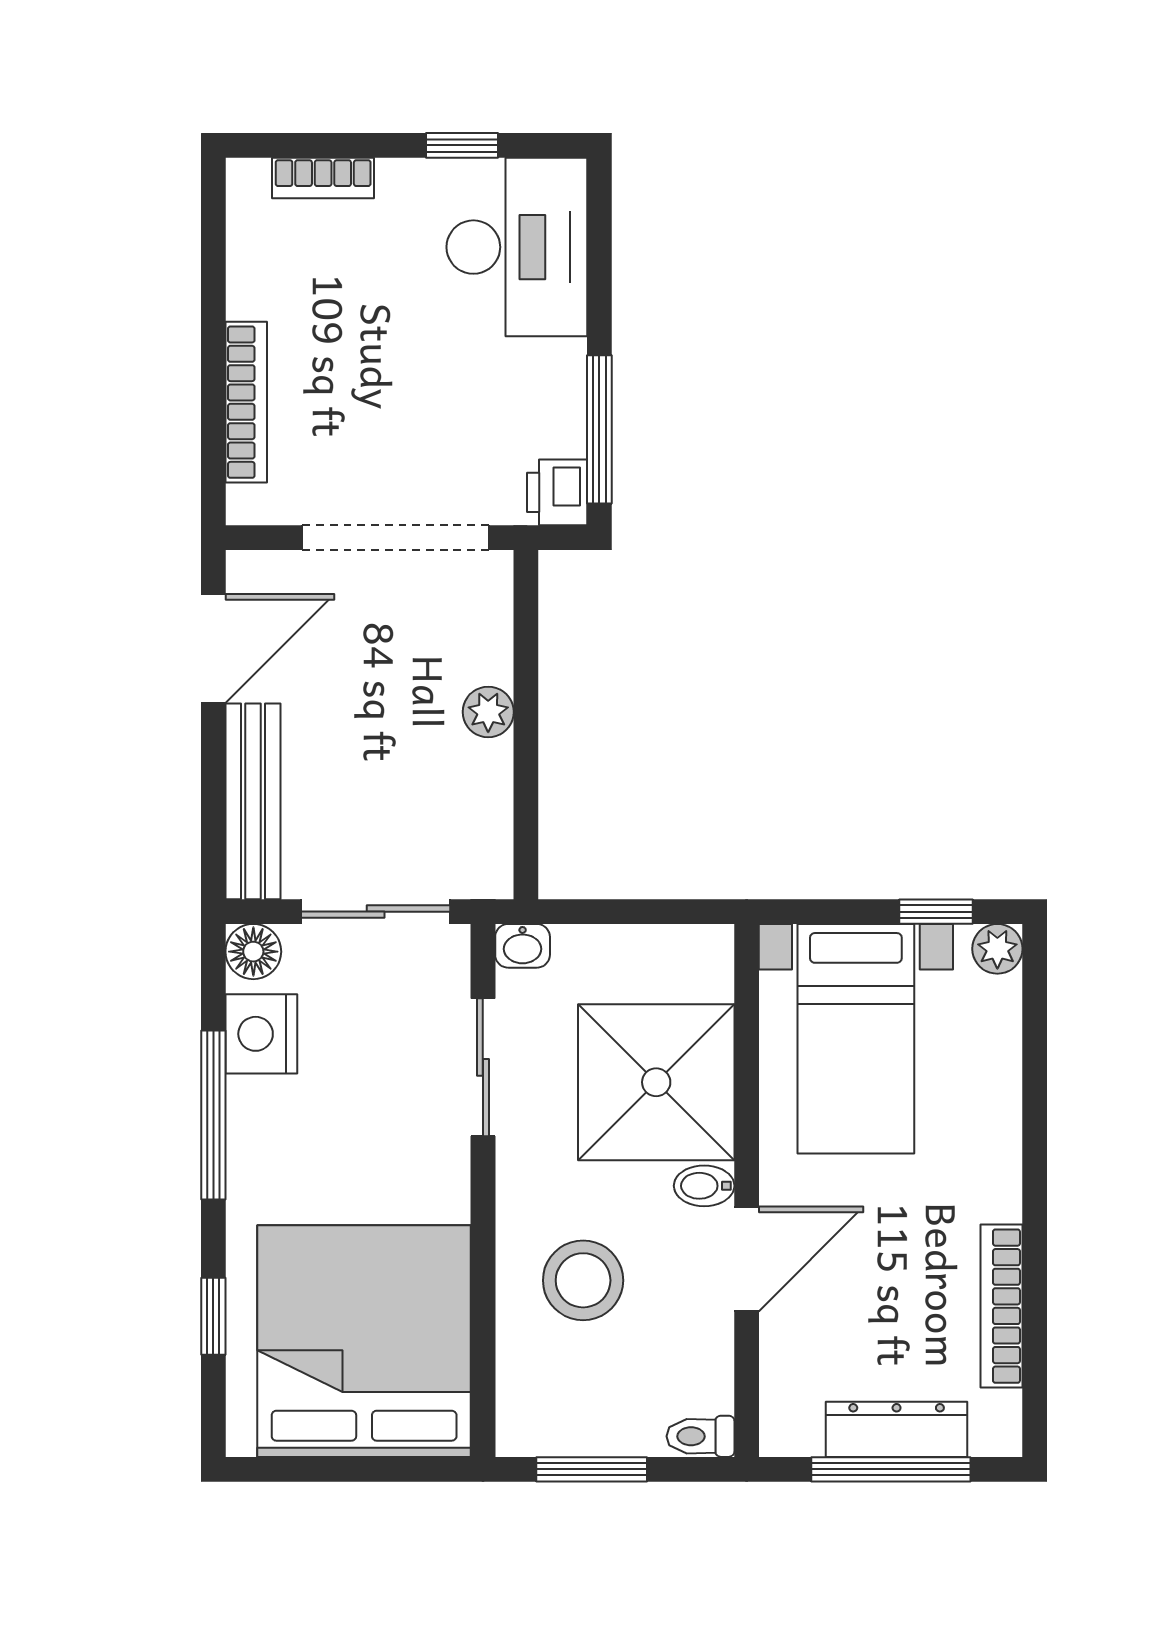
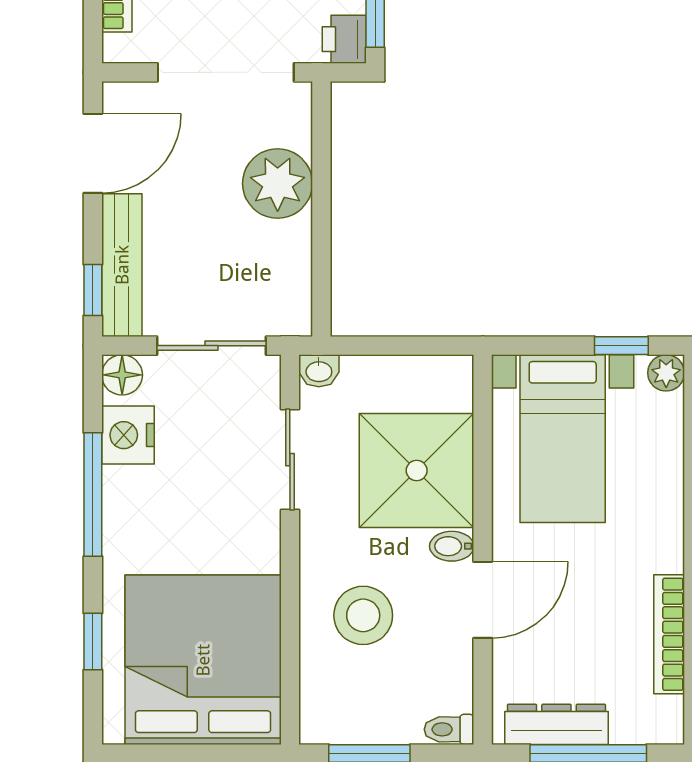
plant: (488, 712) -> (278, 183), width x1.87, depth x1.87
window: (213, 835) -> (93, 290), added
dresser: (897, 1429) -> (556, 724), moved

